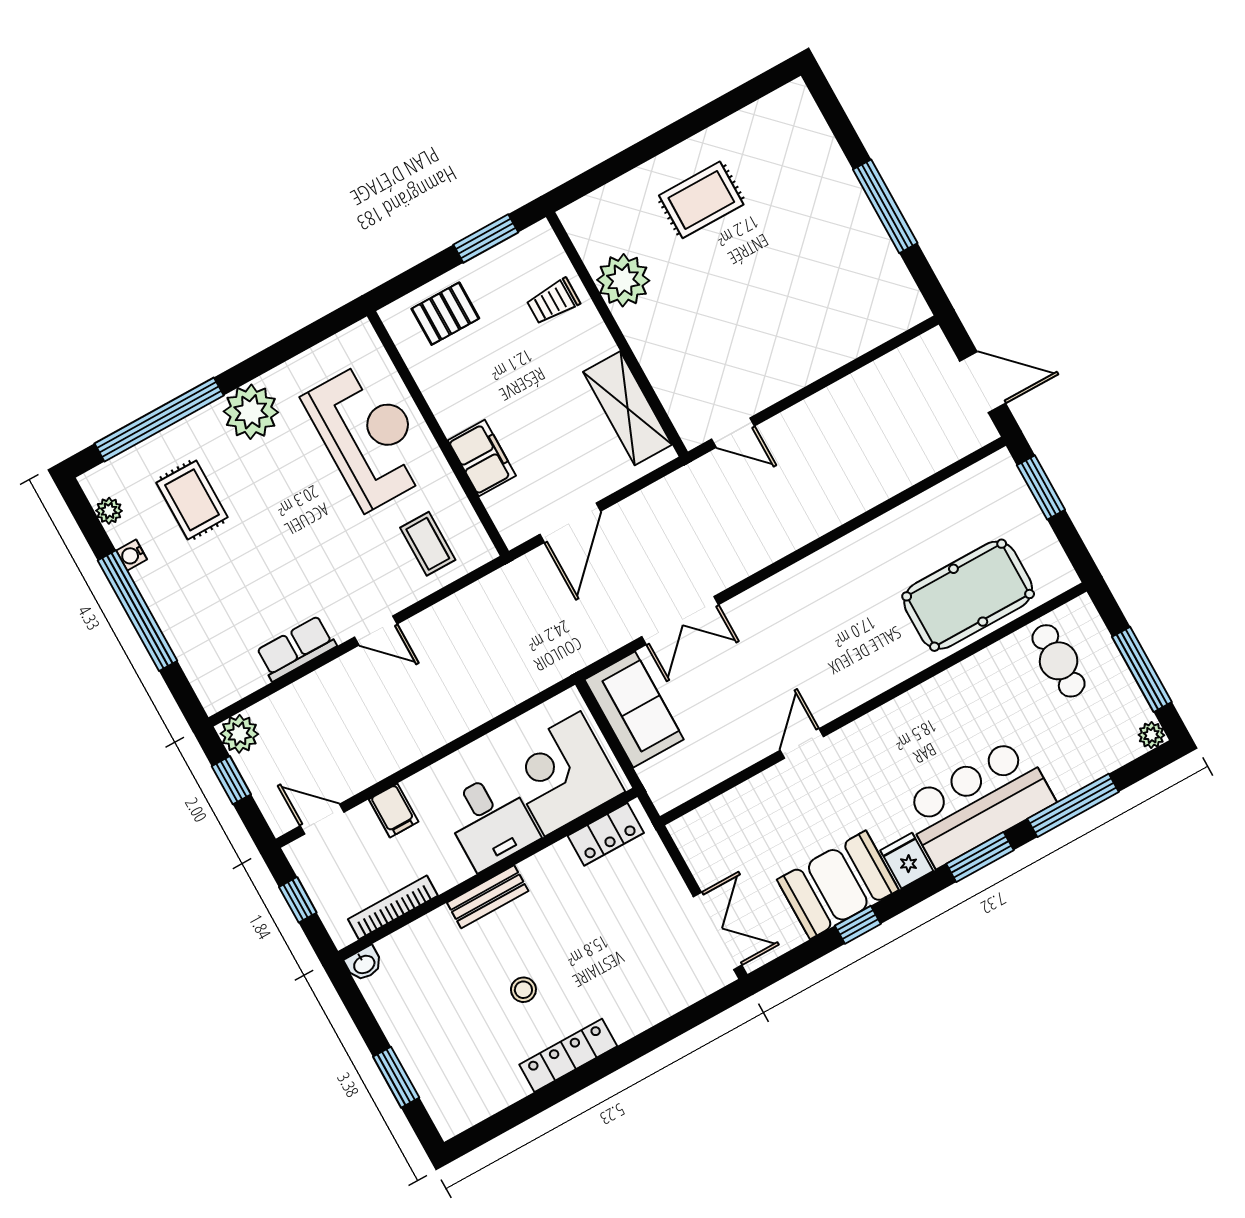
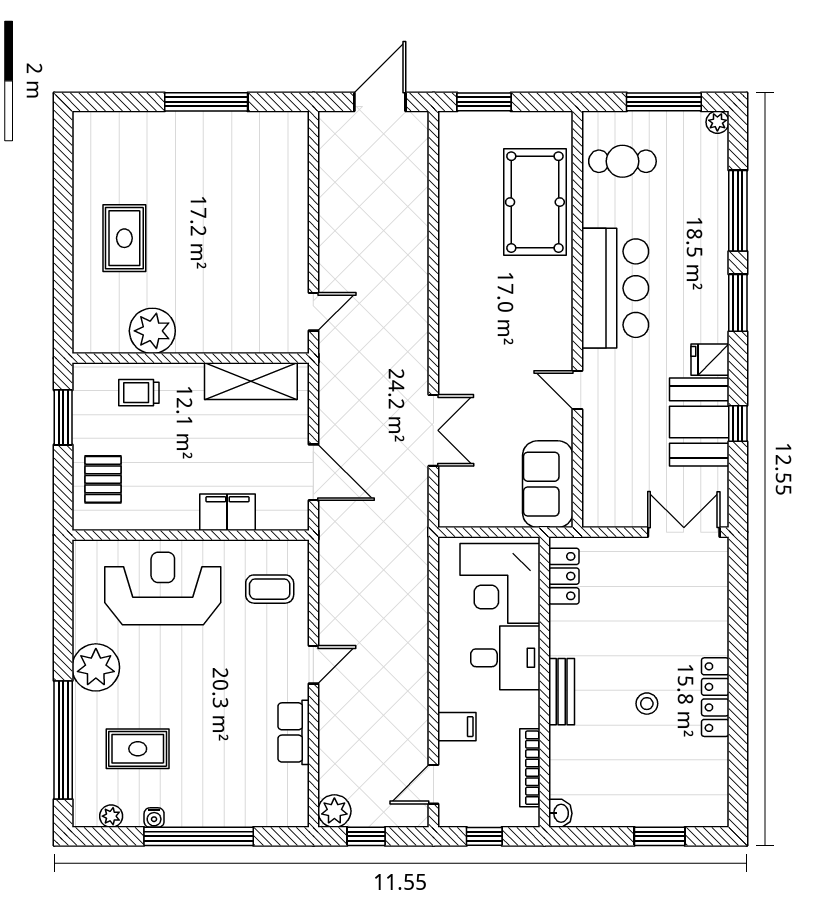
trolley: (553, 301) -> (139, 393), turned 90
sofa: (634, 710) -> (548, 484), moved, turned -90
bar counter: (978, 802) -> (615, 288), moved, turned 180

